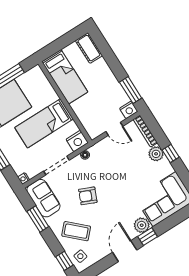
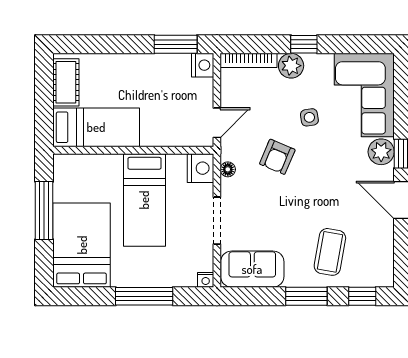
cot: (89, 48) -> (66, 82), moved, turned 90
door: (114, 129) -> (217, 123), moved
armchair: (88, 196) -> (277, 157), moved
window: (38, 219) -> (306, 296), moved
coffee table: (76, 231) -> (330, 252), turned -33
side table: (80, 256) -> (309, 117), moved

